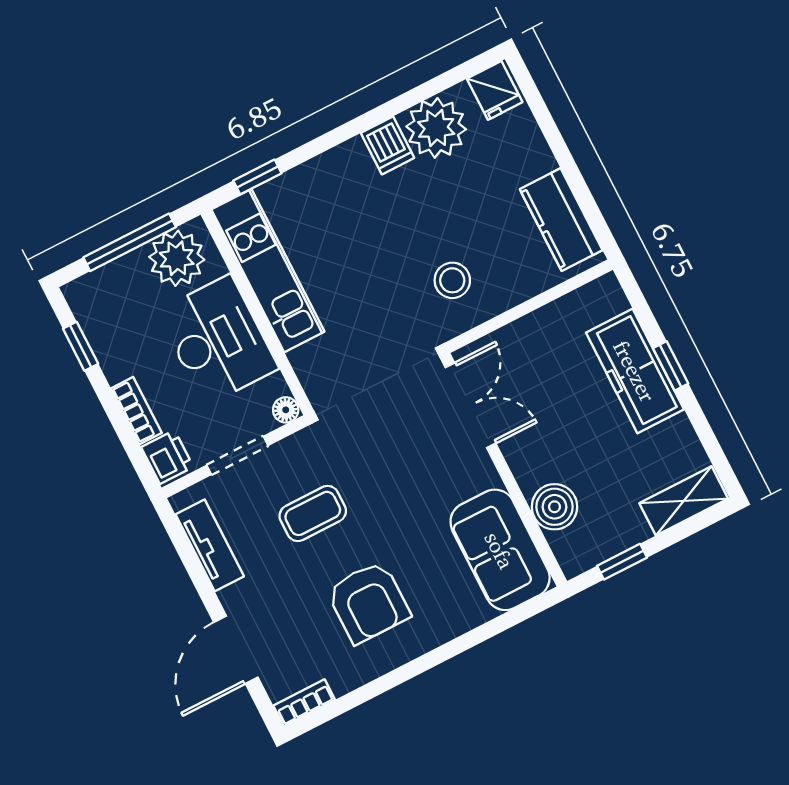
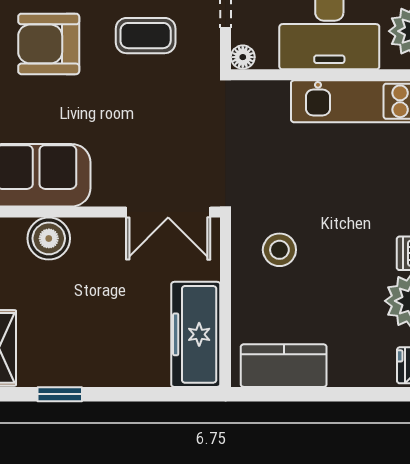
window: (671, 366) -> (60, 394), moved
freezer: (635, 371) -> (196, 334), moved, turned -90
coffee table: (313, 513) -> (146, 36), turned 90

